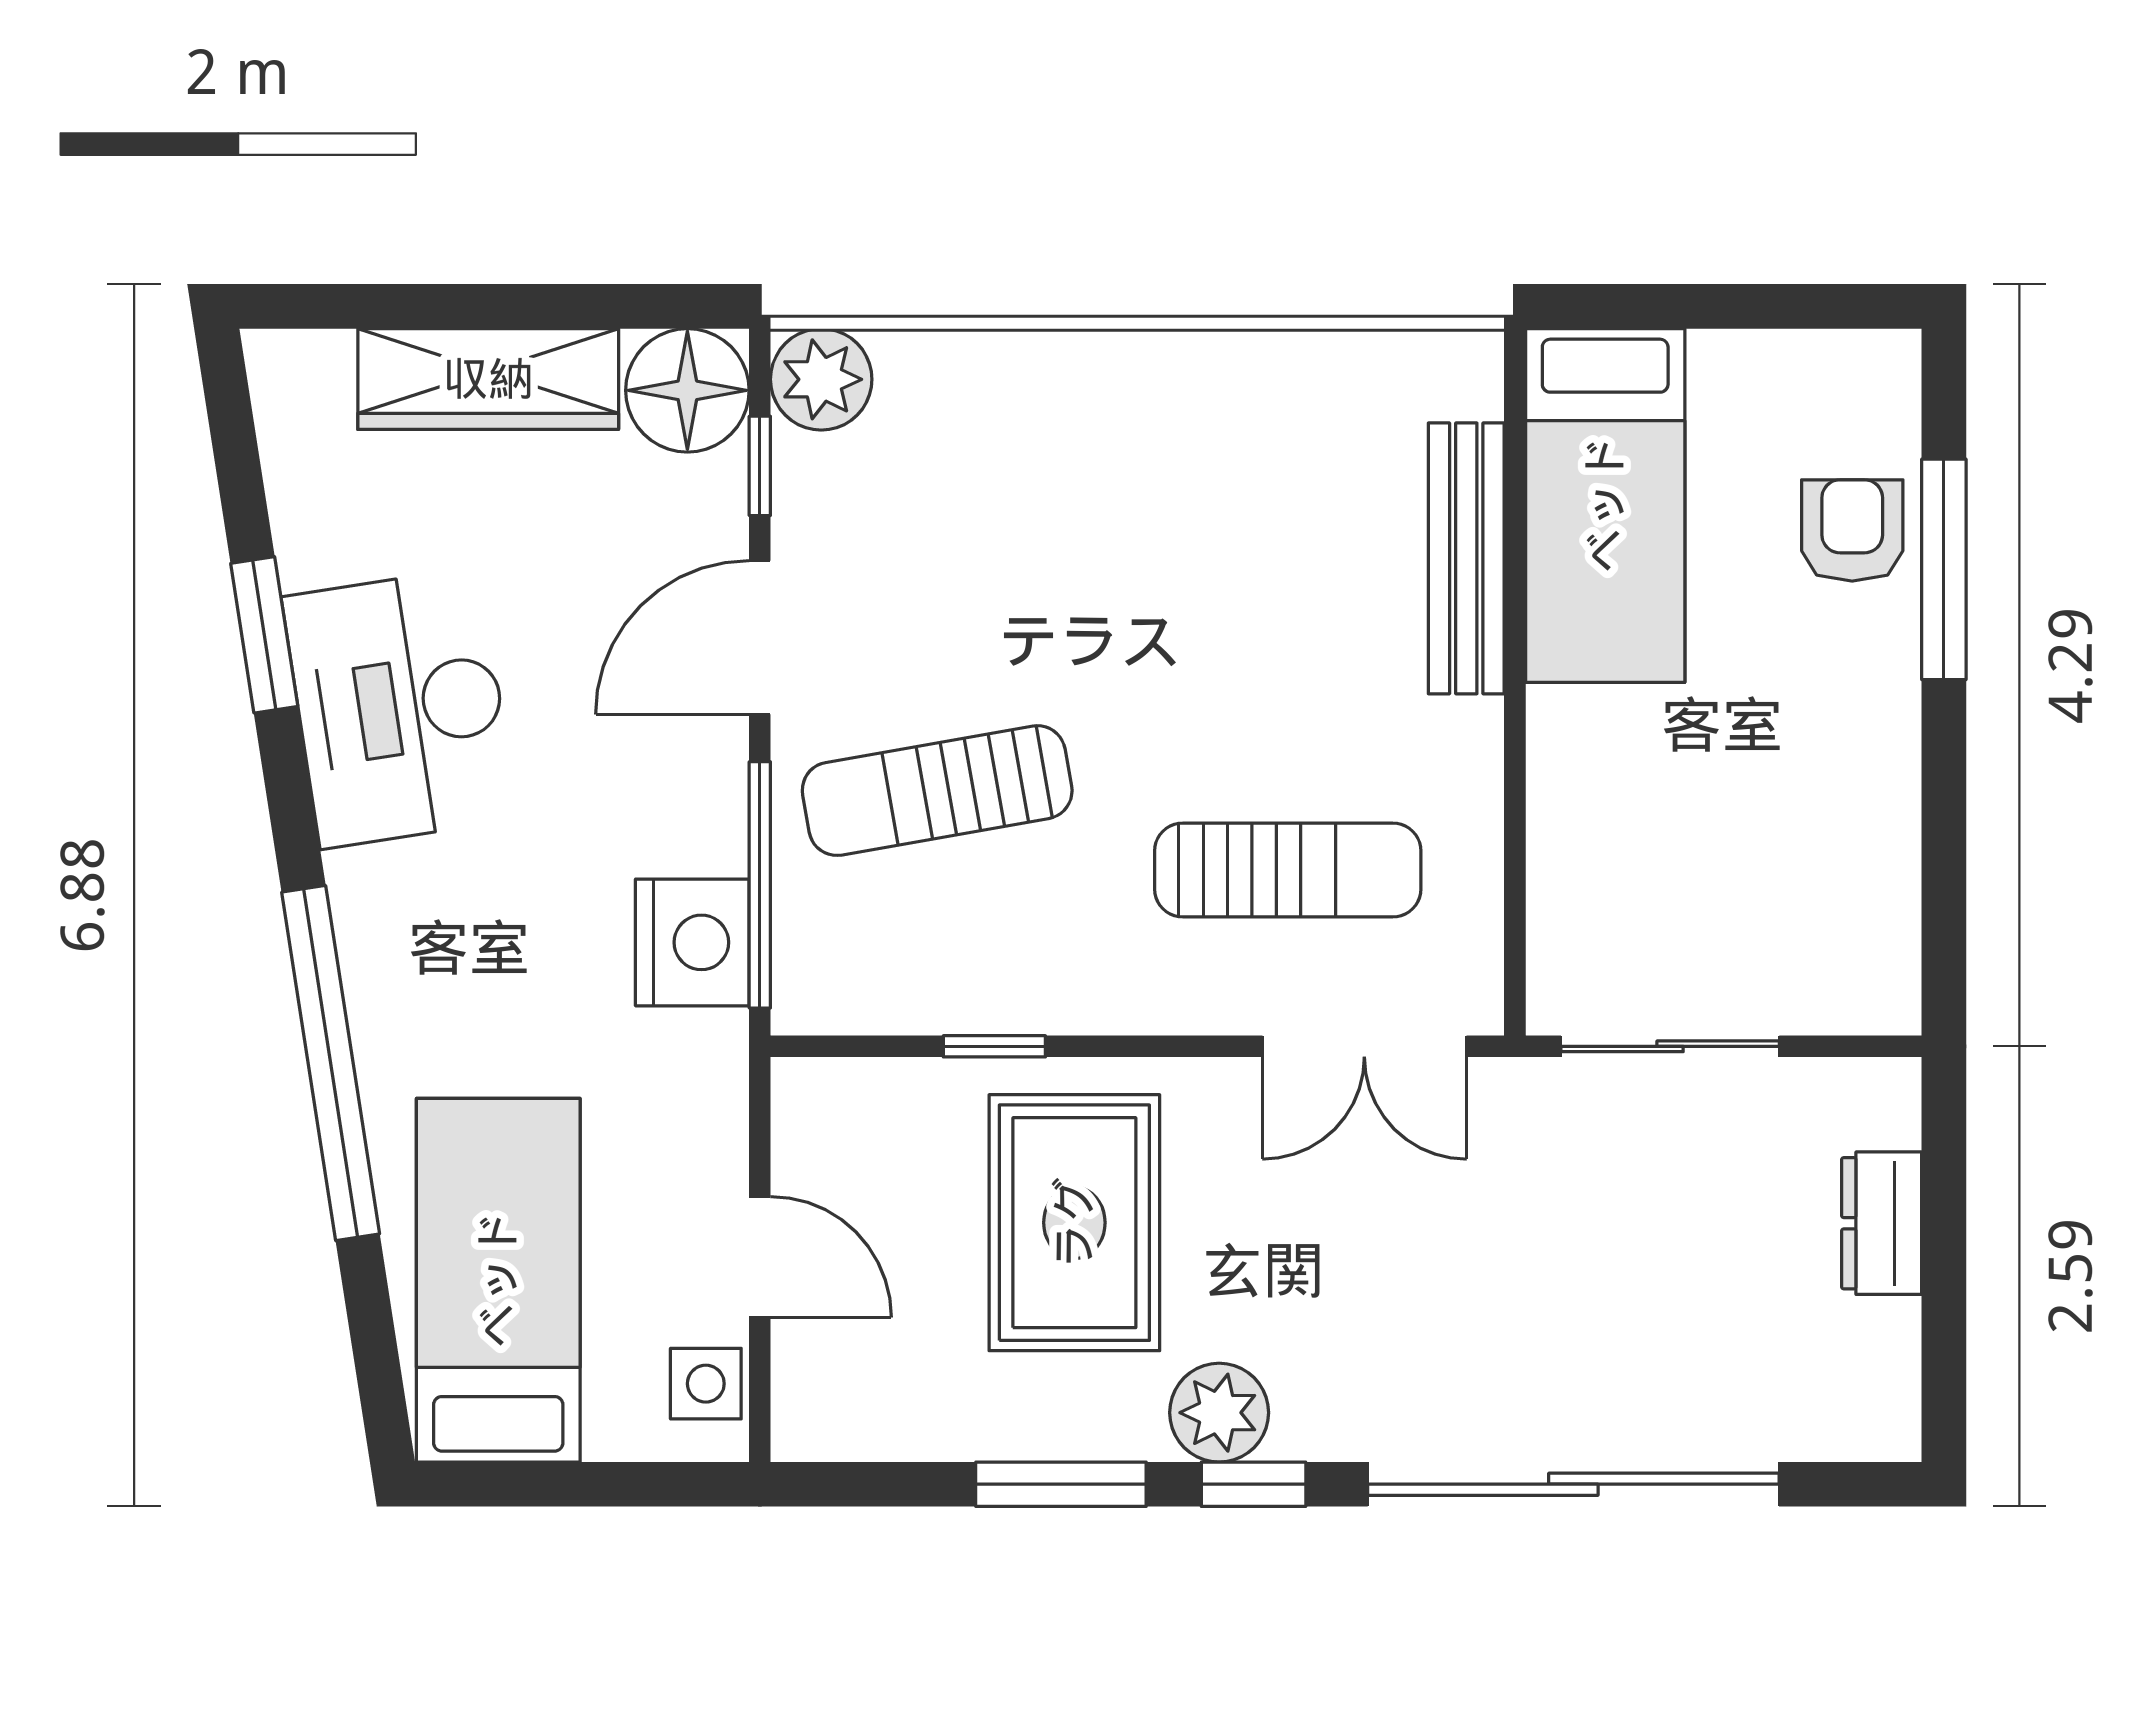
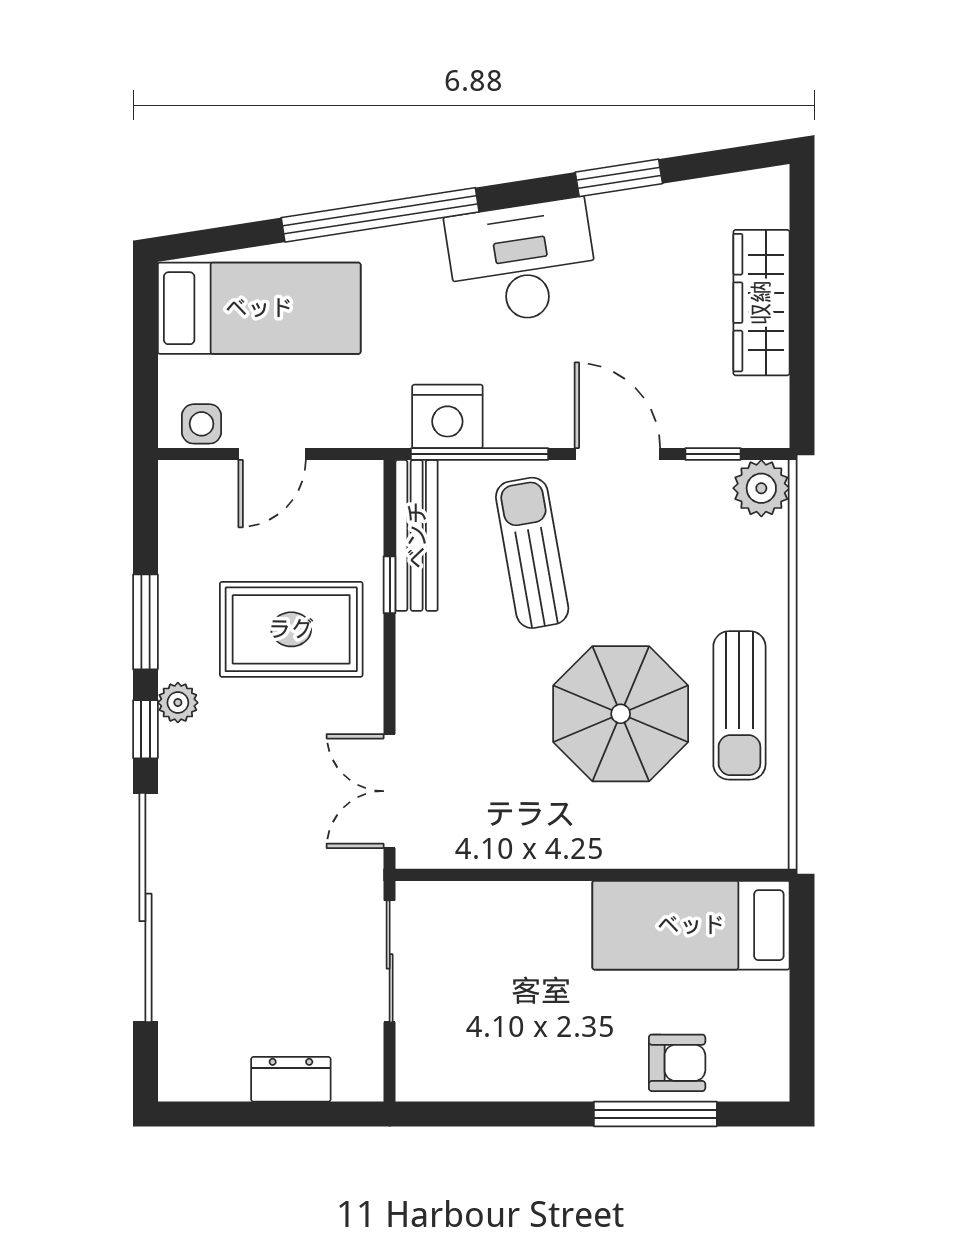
floor lamp: (687, 390) -> (755, 414), removed
bench: (1466, 558) -> (417, 535), moved, turned 90
parasol: (1226, 632) -> (621, 714), added
desk: (400, 708) -> (522, 262), moved
sun lounger: (1288, 870) -> (739, 705), moved
plant: (1219, 1413) -> (178, 703), width x0.73, depth x0.73

